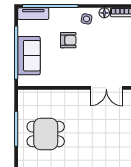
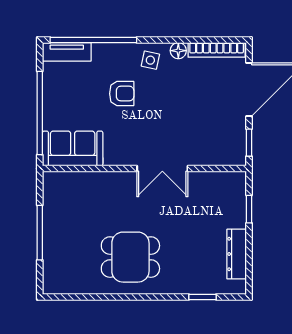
sofa: (29, 56) -> (73, 148), moved, turned -90
double door: (106, 88) -> (162, 169), moved
dining table: (46, 134) -> (130, 257), moved

